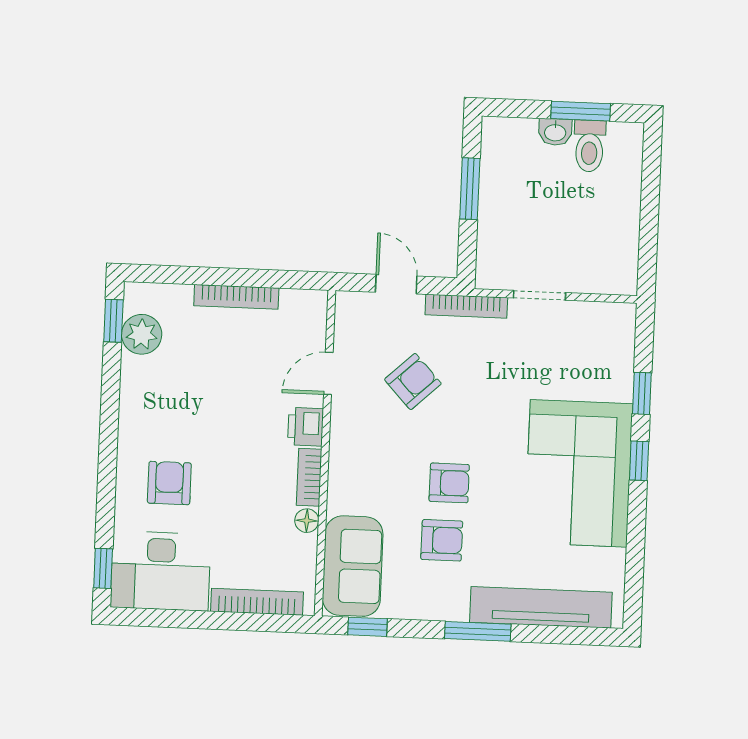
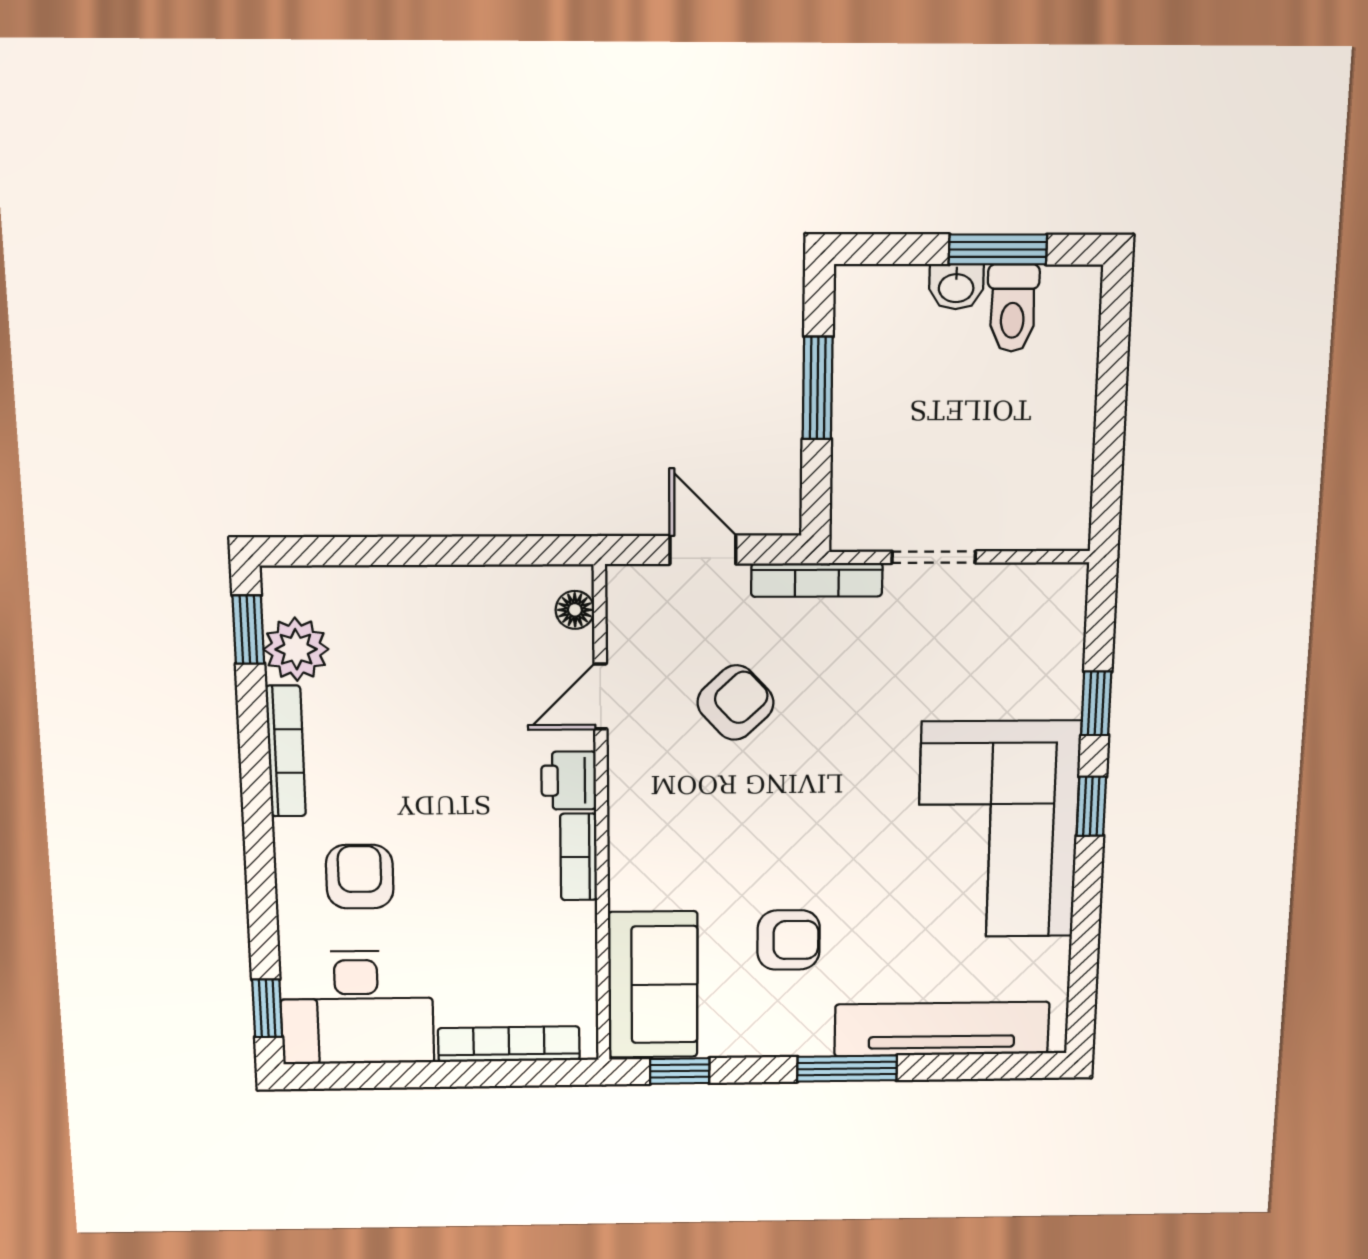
bookcase: (236, 297) -> (286, 751), moved, turned -90
armchair: (449, 483) -> (797, 854), removed
floor lamp: (307, 521) -> (575, 610), moved

